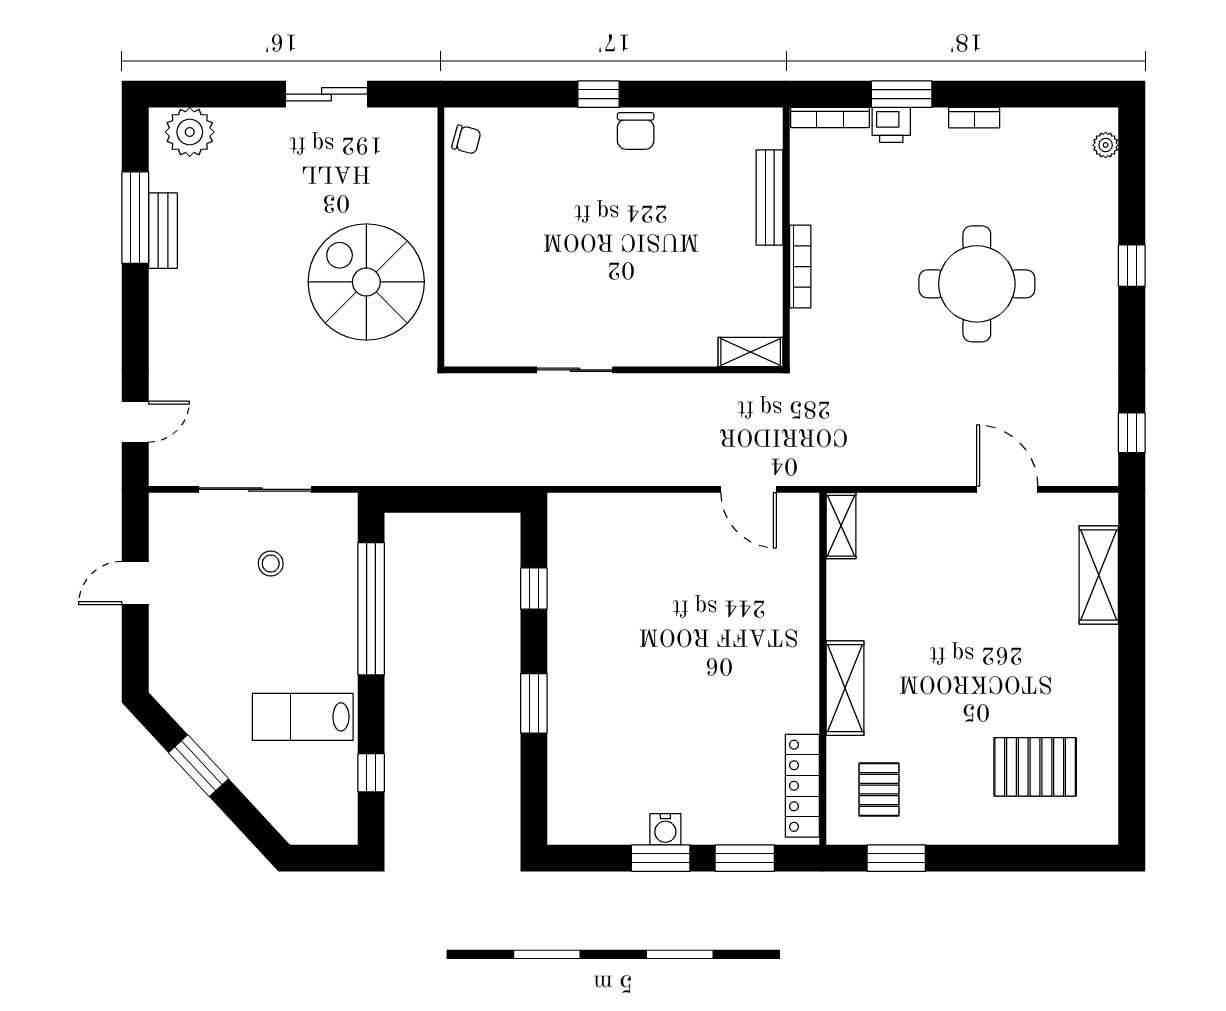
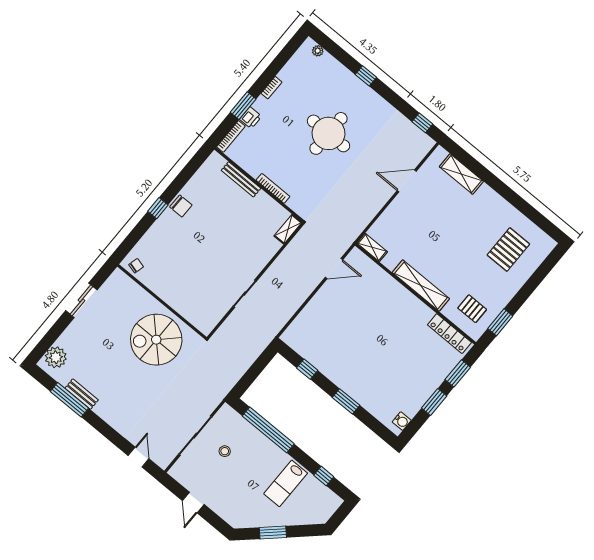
shelving: (845, 688) -> (421, 286), width x1.47
water cooler: (665, 829) -> (402, 421), moved

